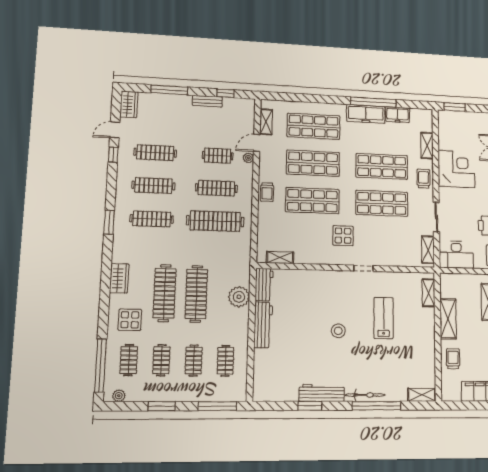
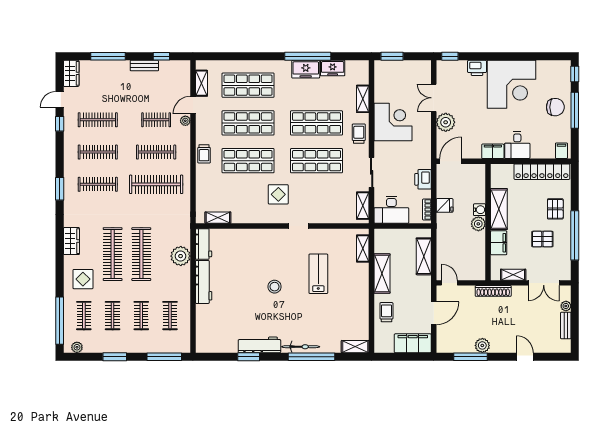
freezer: (366, 114) -> (306, 69), width x0.71

